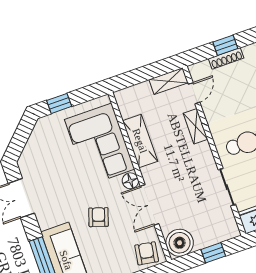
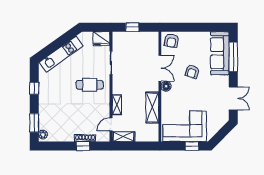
corner sofa: (100, 144) -> (185, 126), moved, turned -90
boiler: (180, 243) -> (150, 40), removed

